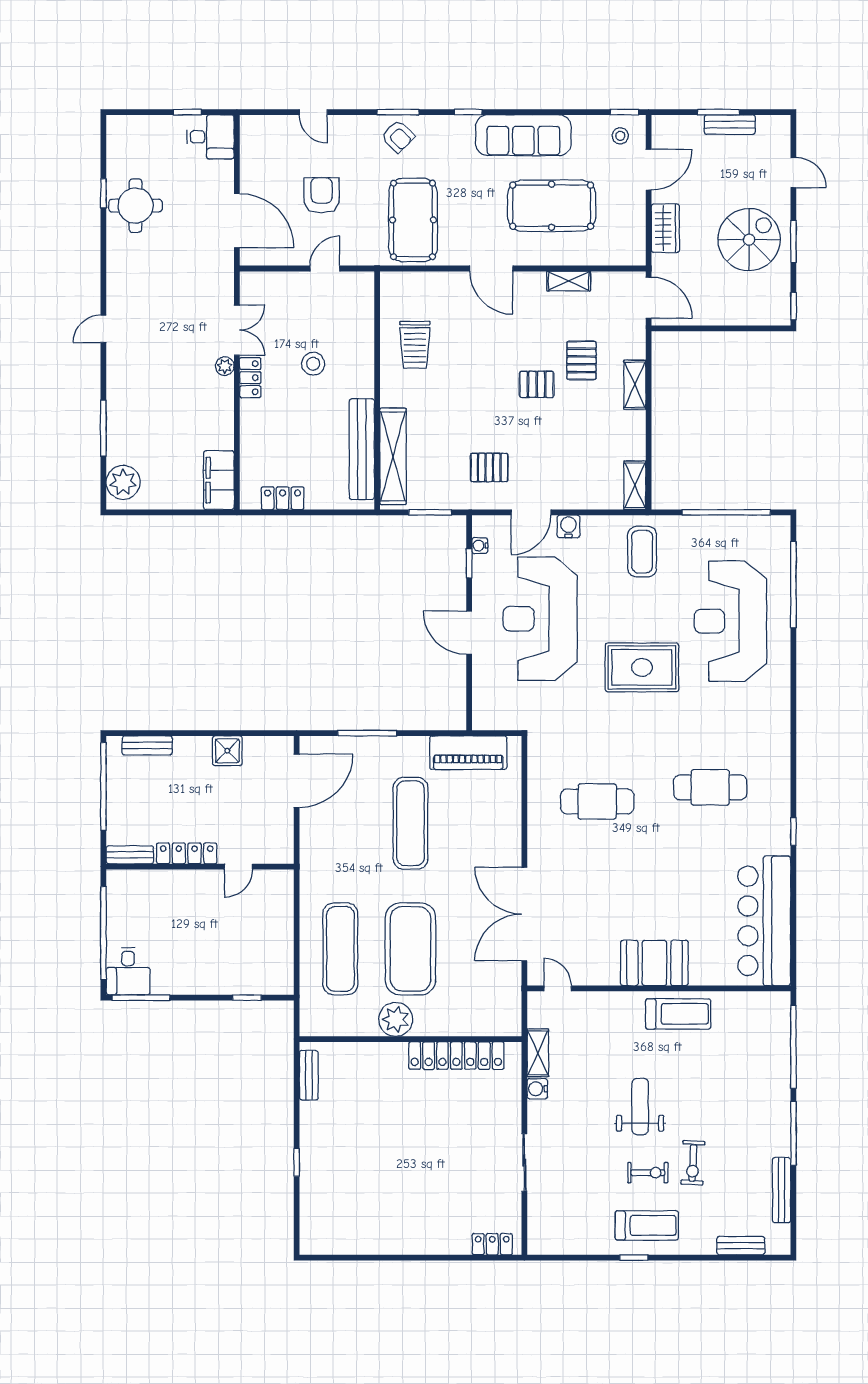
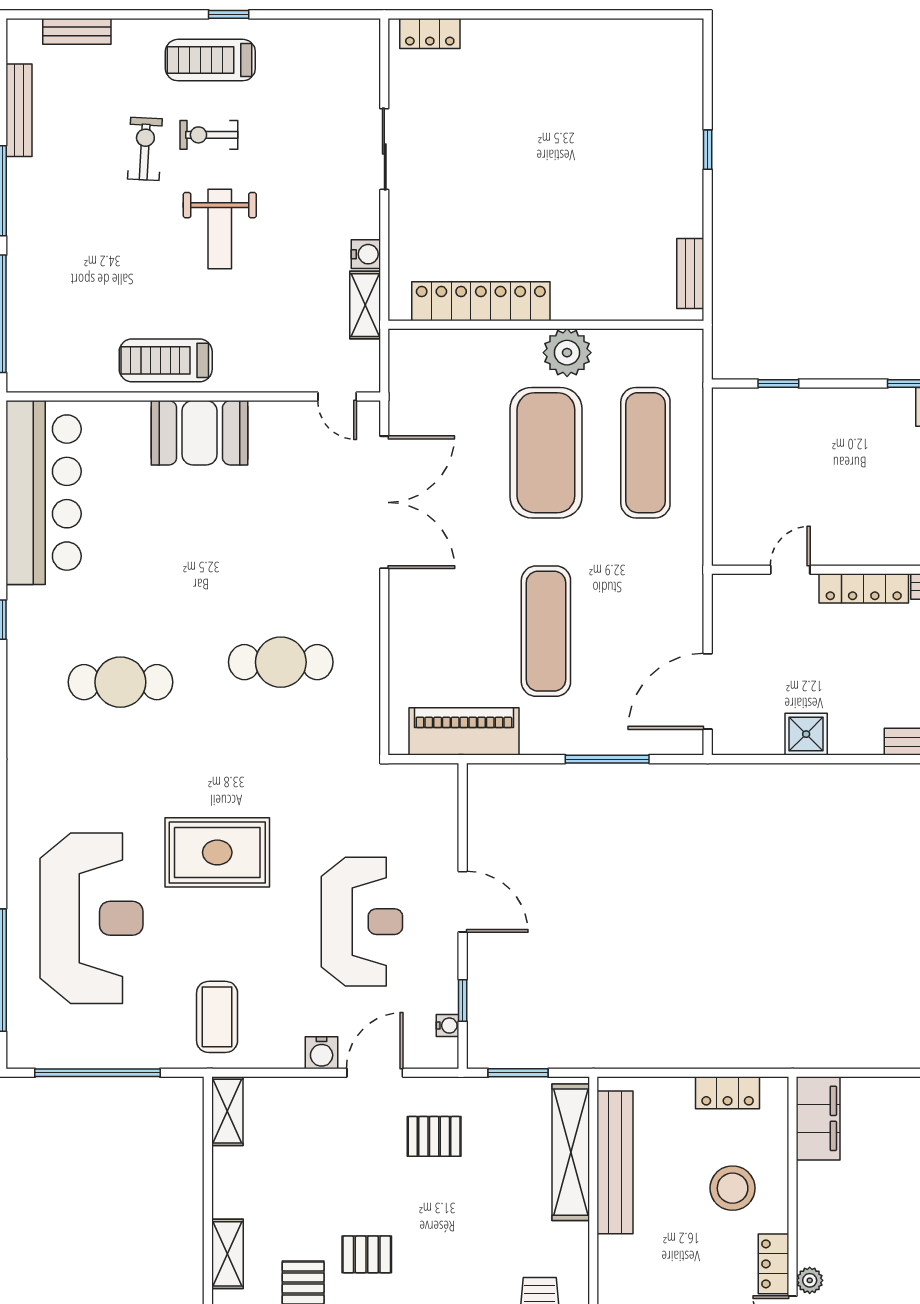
stool: (313, 364) -> (733, 1188), moved, width x1.38, depth x1.38
reception desk: (540, 619) -> (362, 922), width x0.74, depth x0.77

